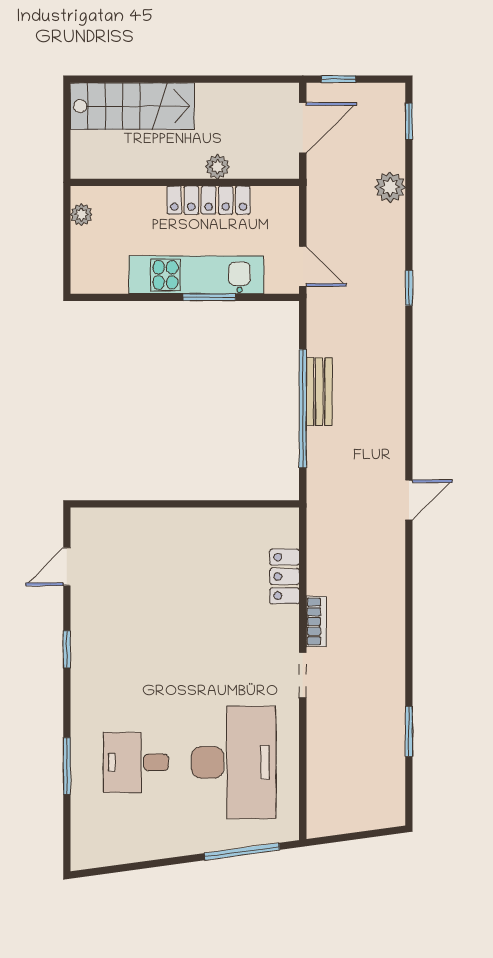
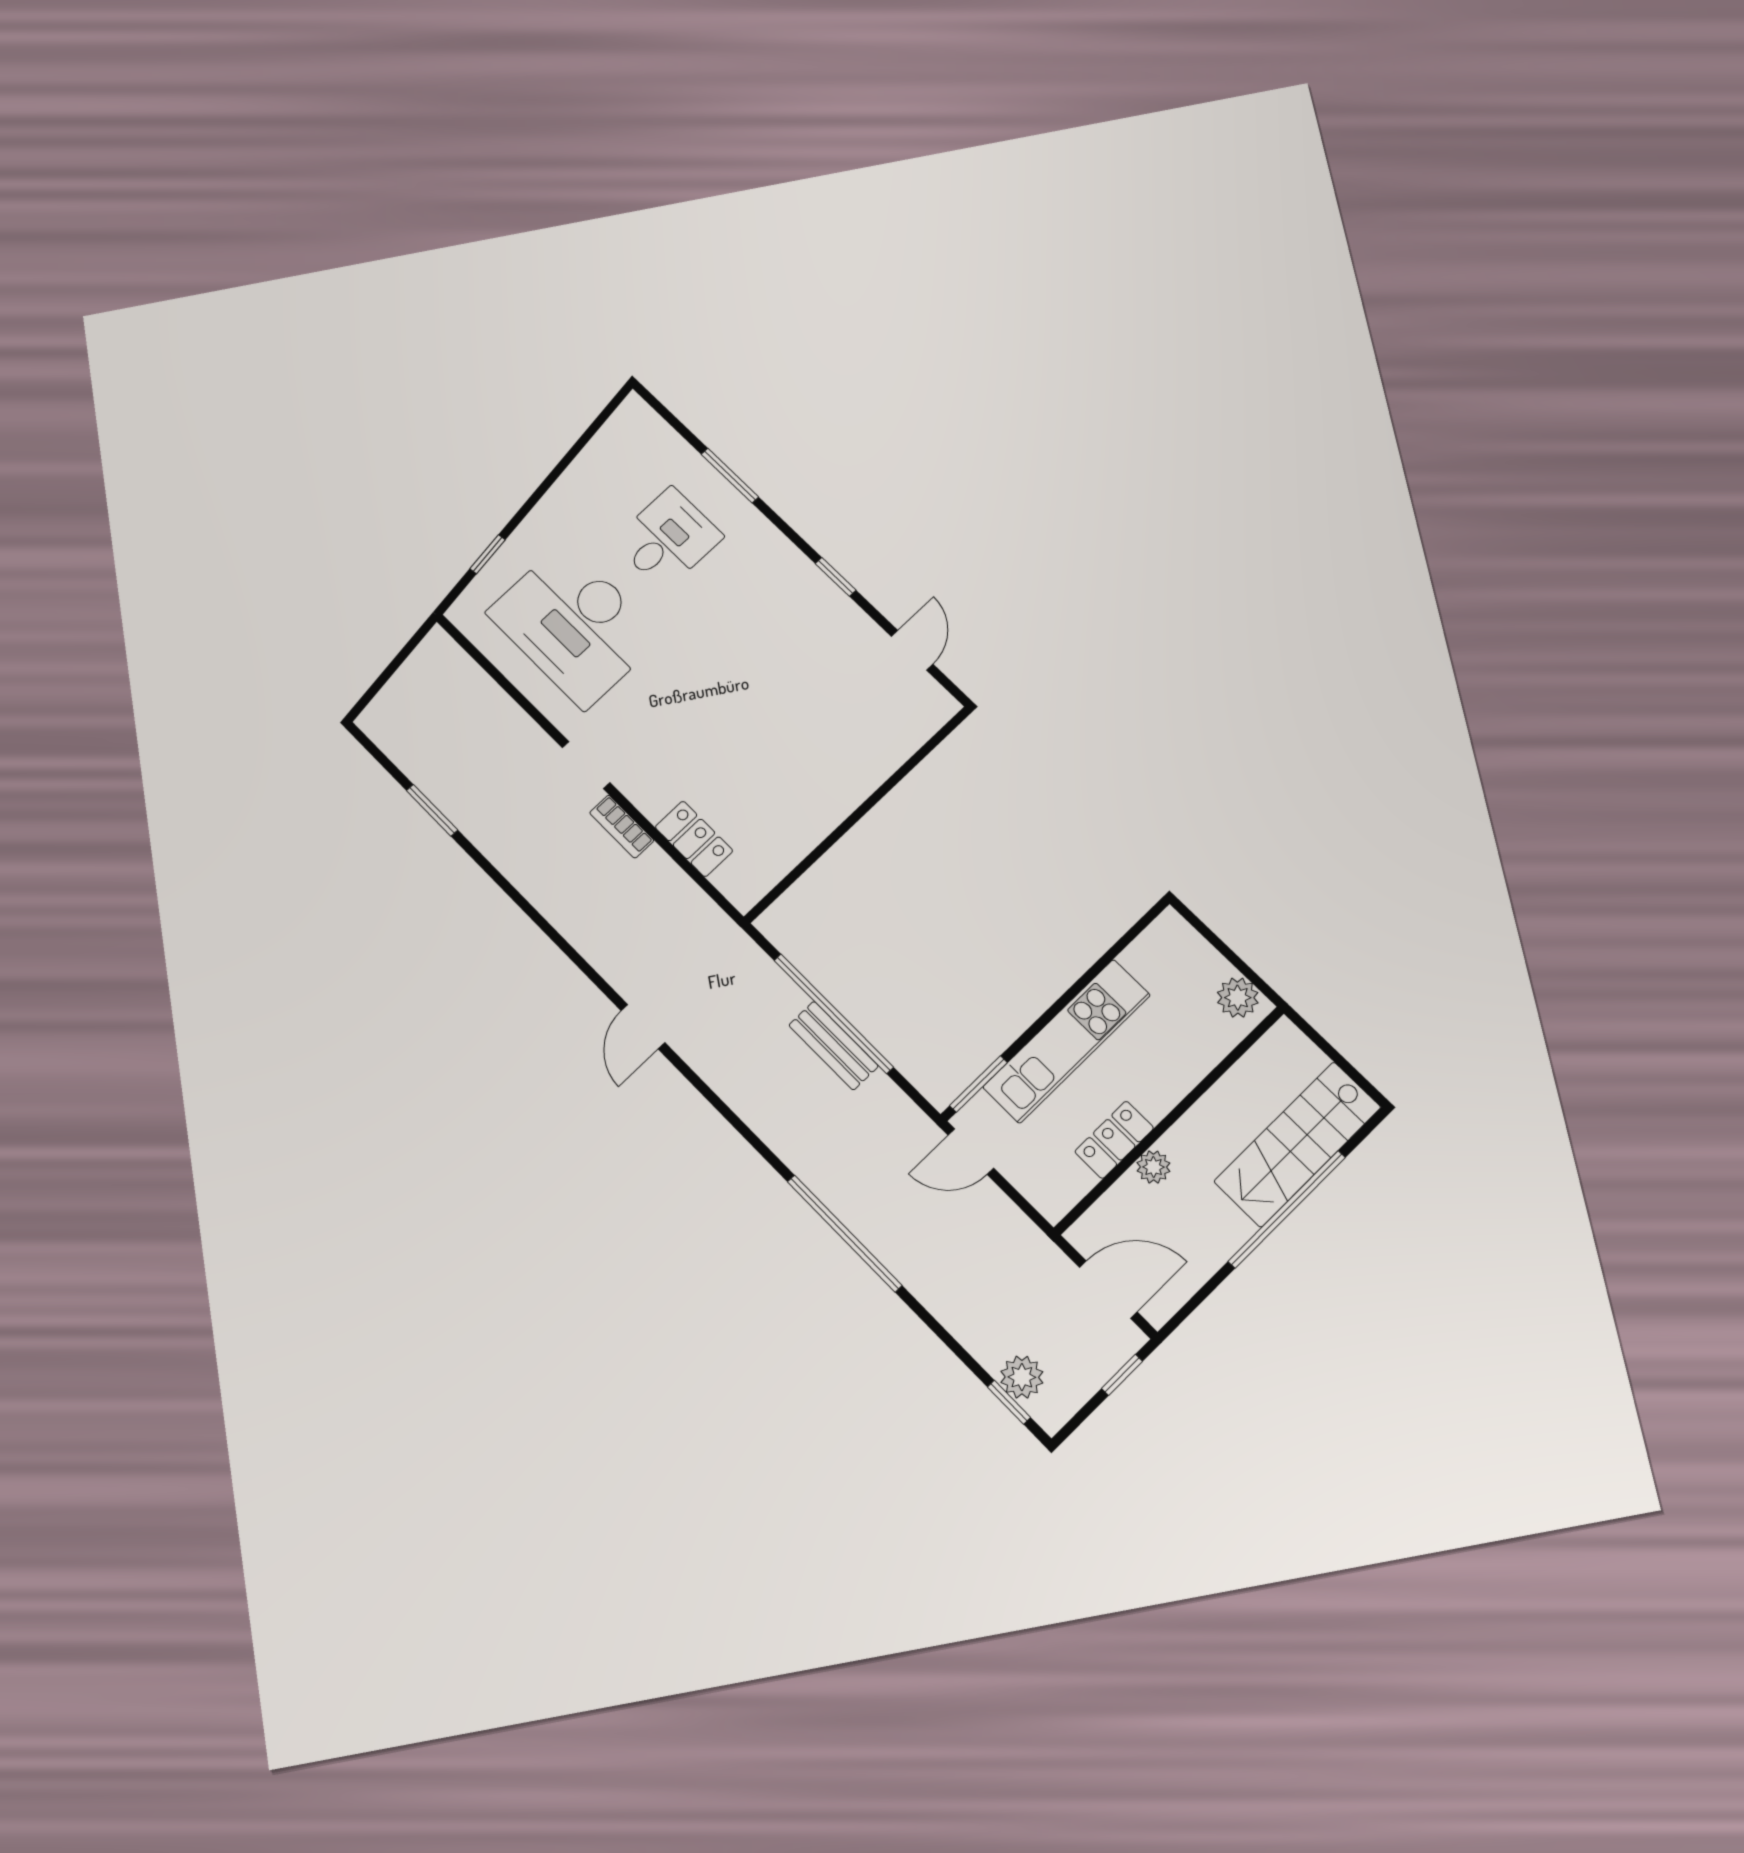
window: (172, 79) -> (1287, 1209), added
door: (303, 128) -> (1108, 1290), swing flipped
plant: (390, 187) -> (1022, 1377), moved
locker: (209, 200) -> (1114, 1140), width x0.66
plant: (81, 215) -> (1238, 998), width x1.38, depth x1.38
window: (409, 288) -> (845, 1233), width x3.17
window: (209, 297) -> (978, 1084), moved
window: (242, 851) -> (488, 554), width x0.46

